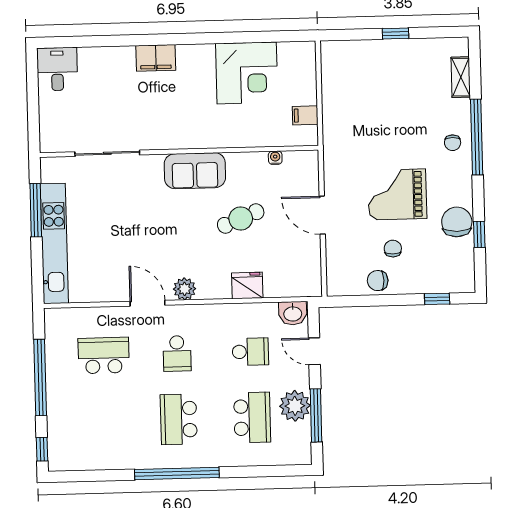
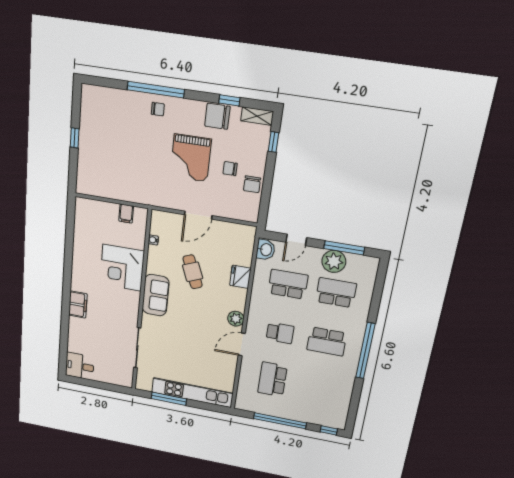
corner desk: (247, 73) -> (122, 268), moved, turned 180
shelving: (461, 77) -> (257, 116), moved
school desk: (250, 352) -> (288, 284), width x1.85

